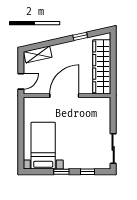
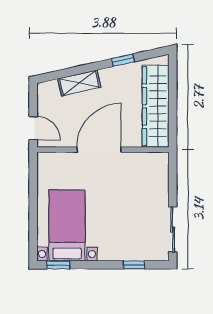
shelving: (38, 54) -> (79, 83), moved
door: (21, 81) -> (33, 128), hinge flipped
window: (61, 172) -> (58, 265), moved

